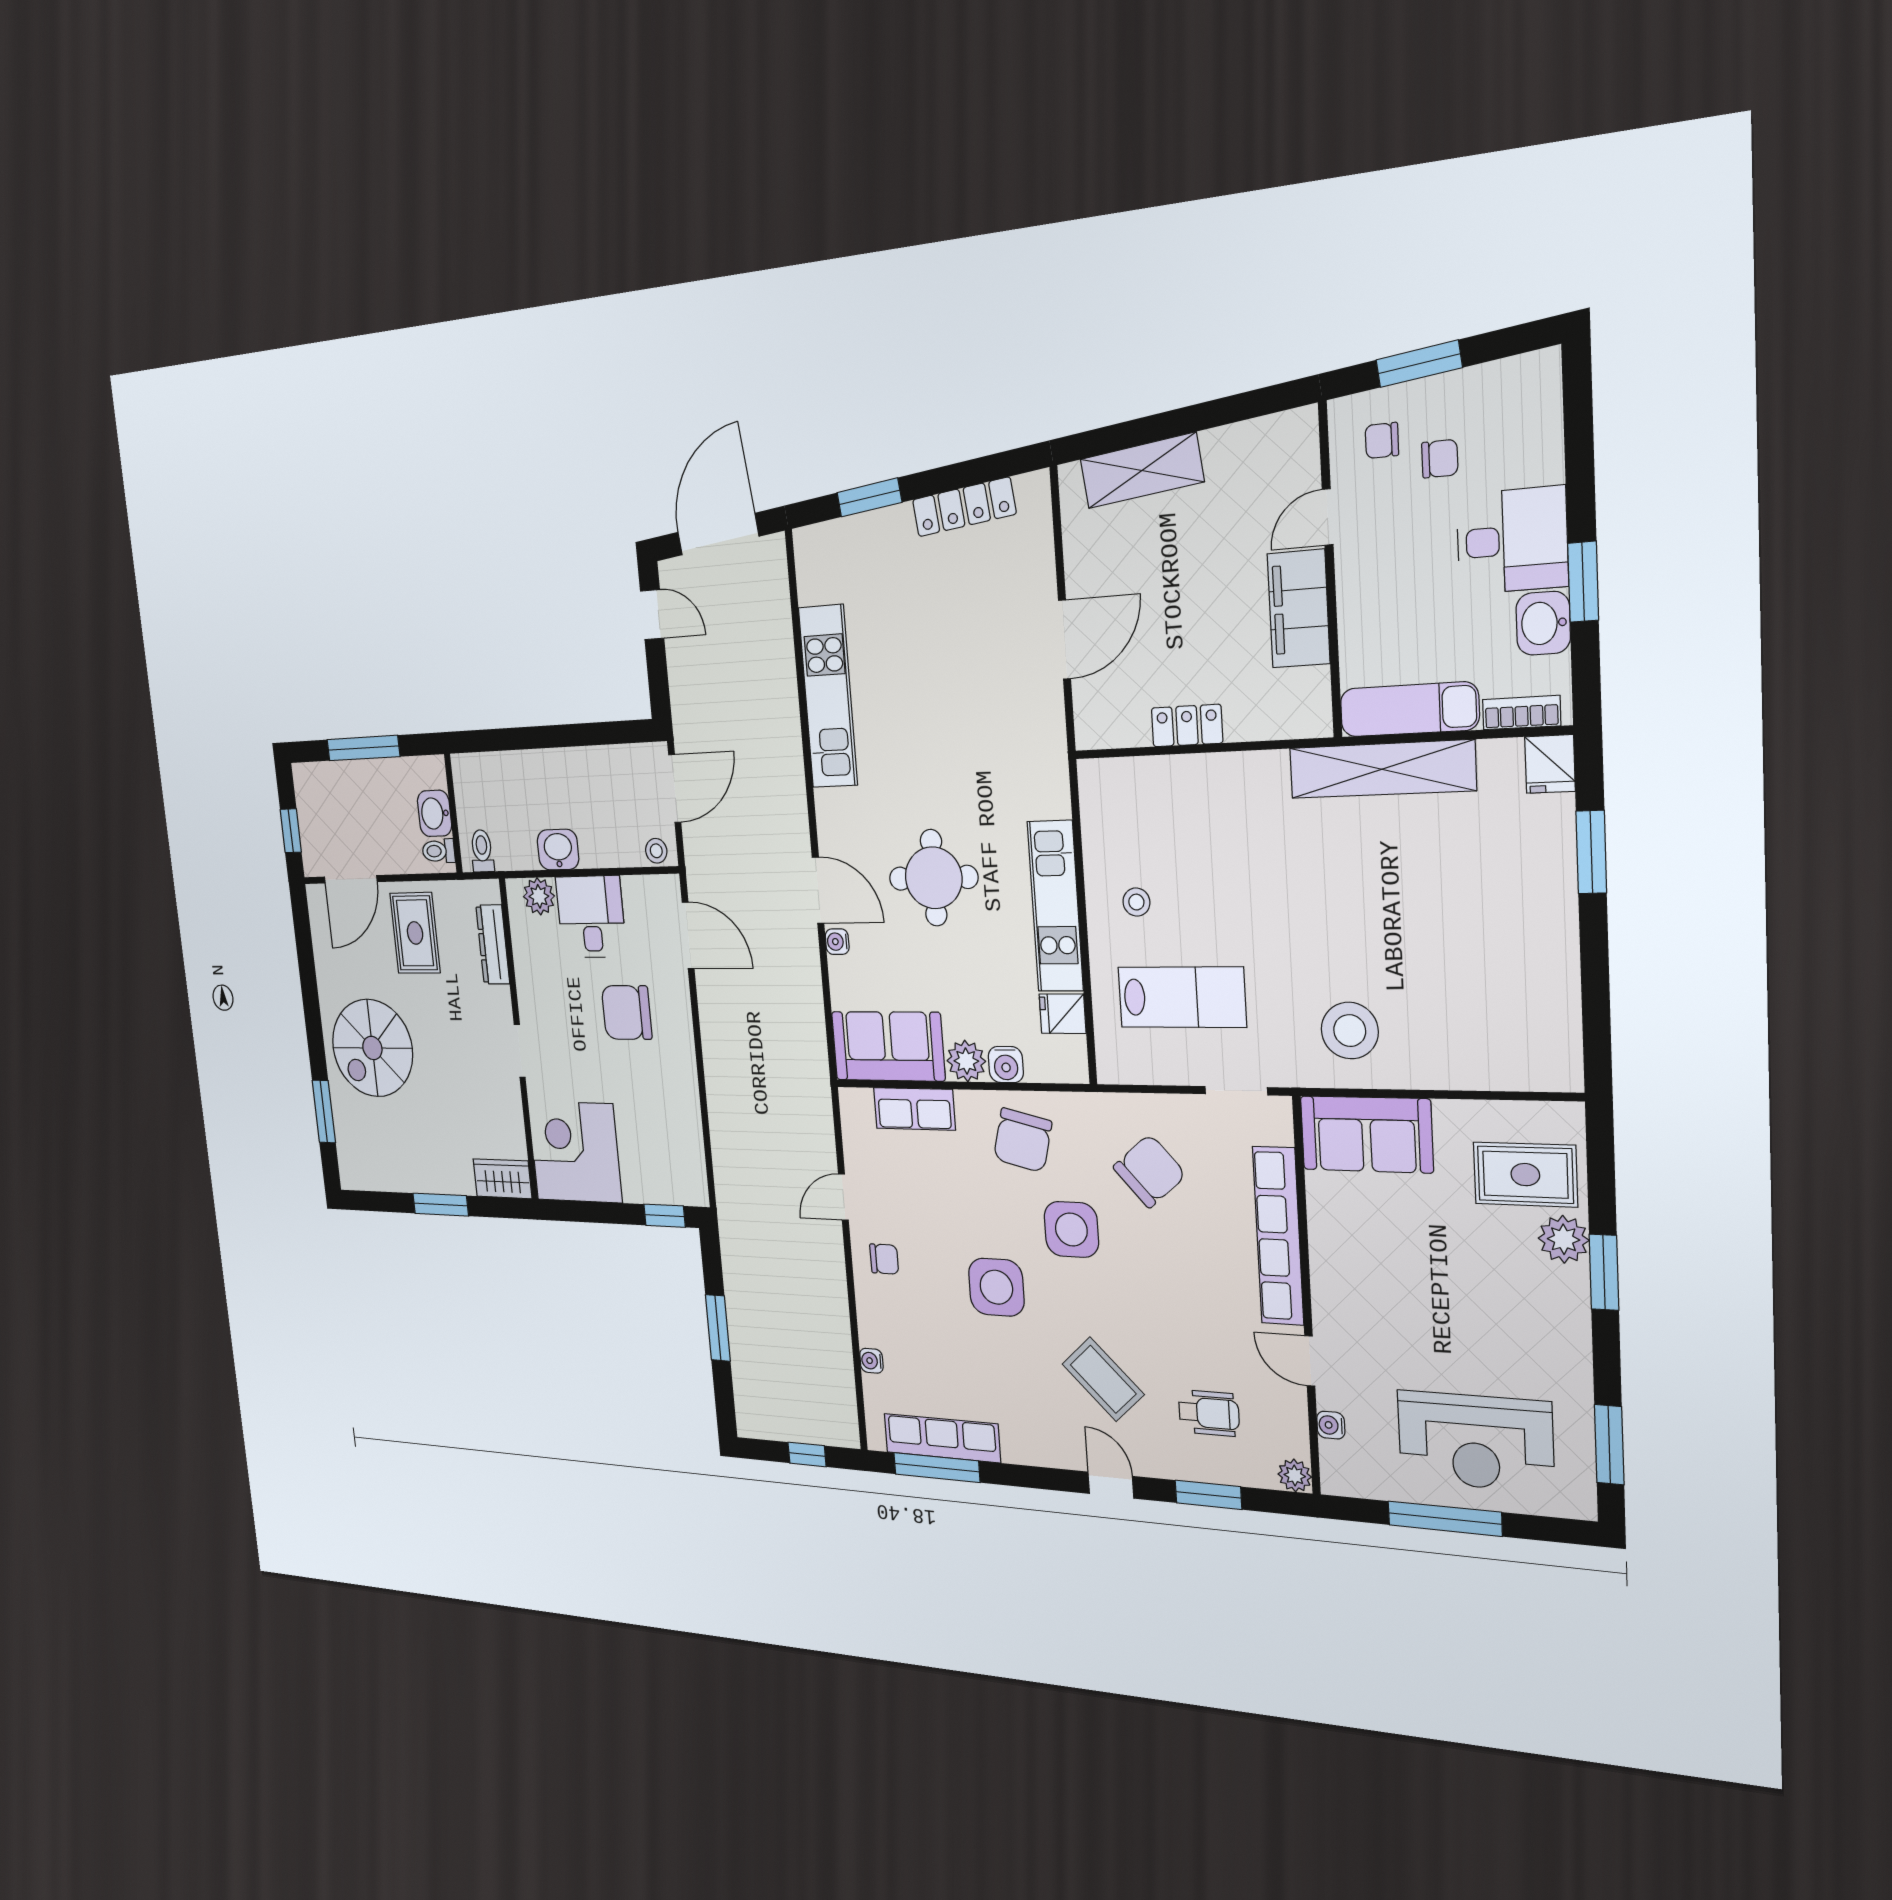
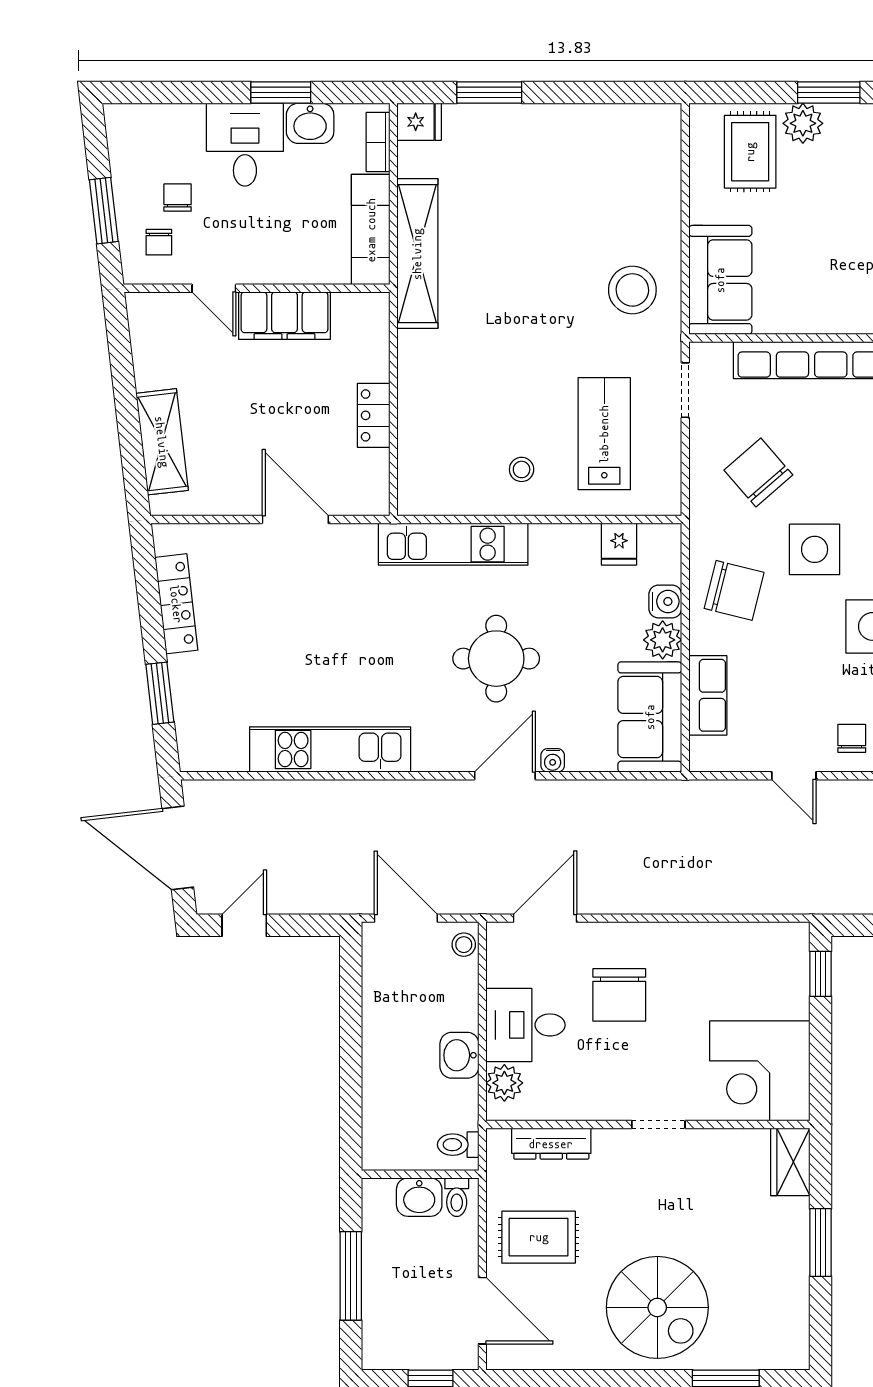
kitchen unit: (1055, 906) -> (453, 544), moved

